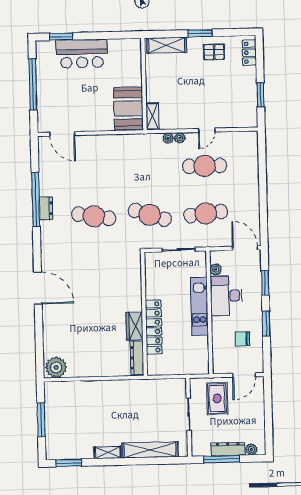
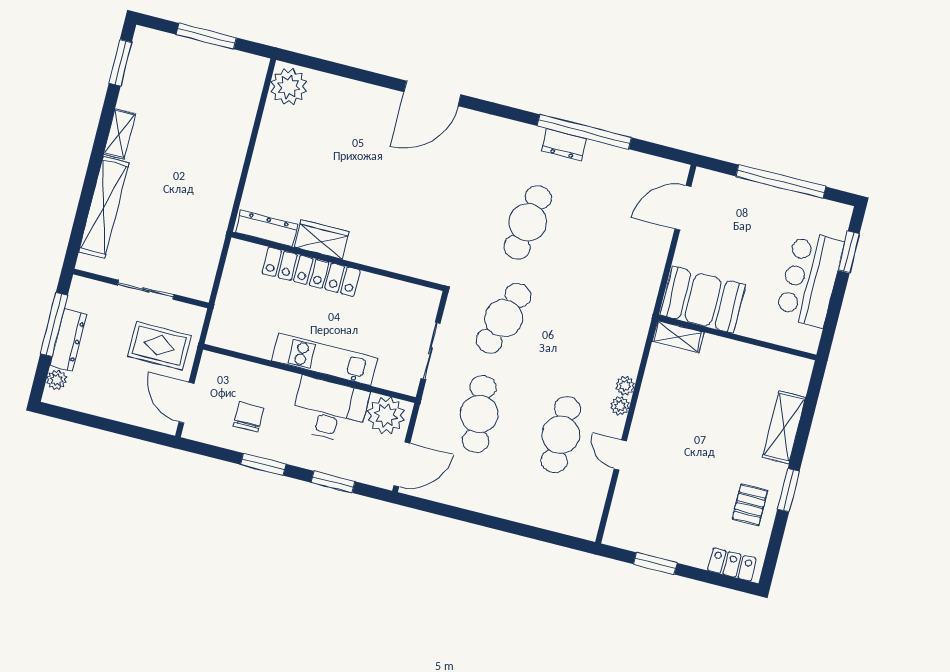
wall: (144, 84) -> (737, 338), moved
booth: (128, 108) -> (703, 300), moved
shelving: (152, 116) -> (678, 337), moved
plant: (216, 269) -> (386, 415), width x1.88, depth x1.88

